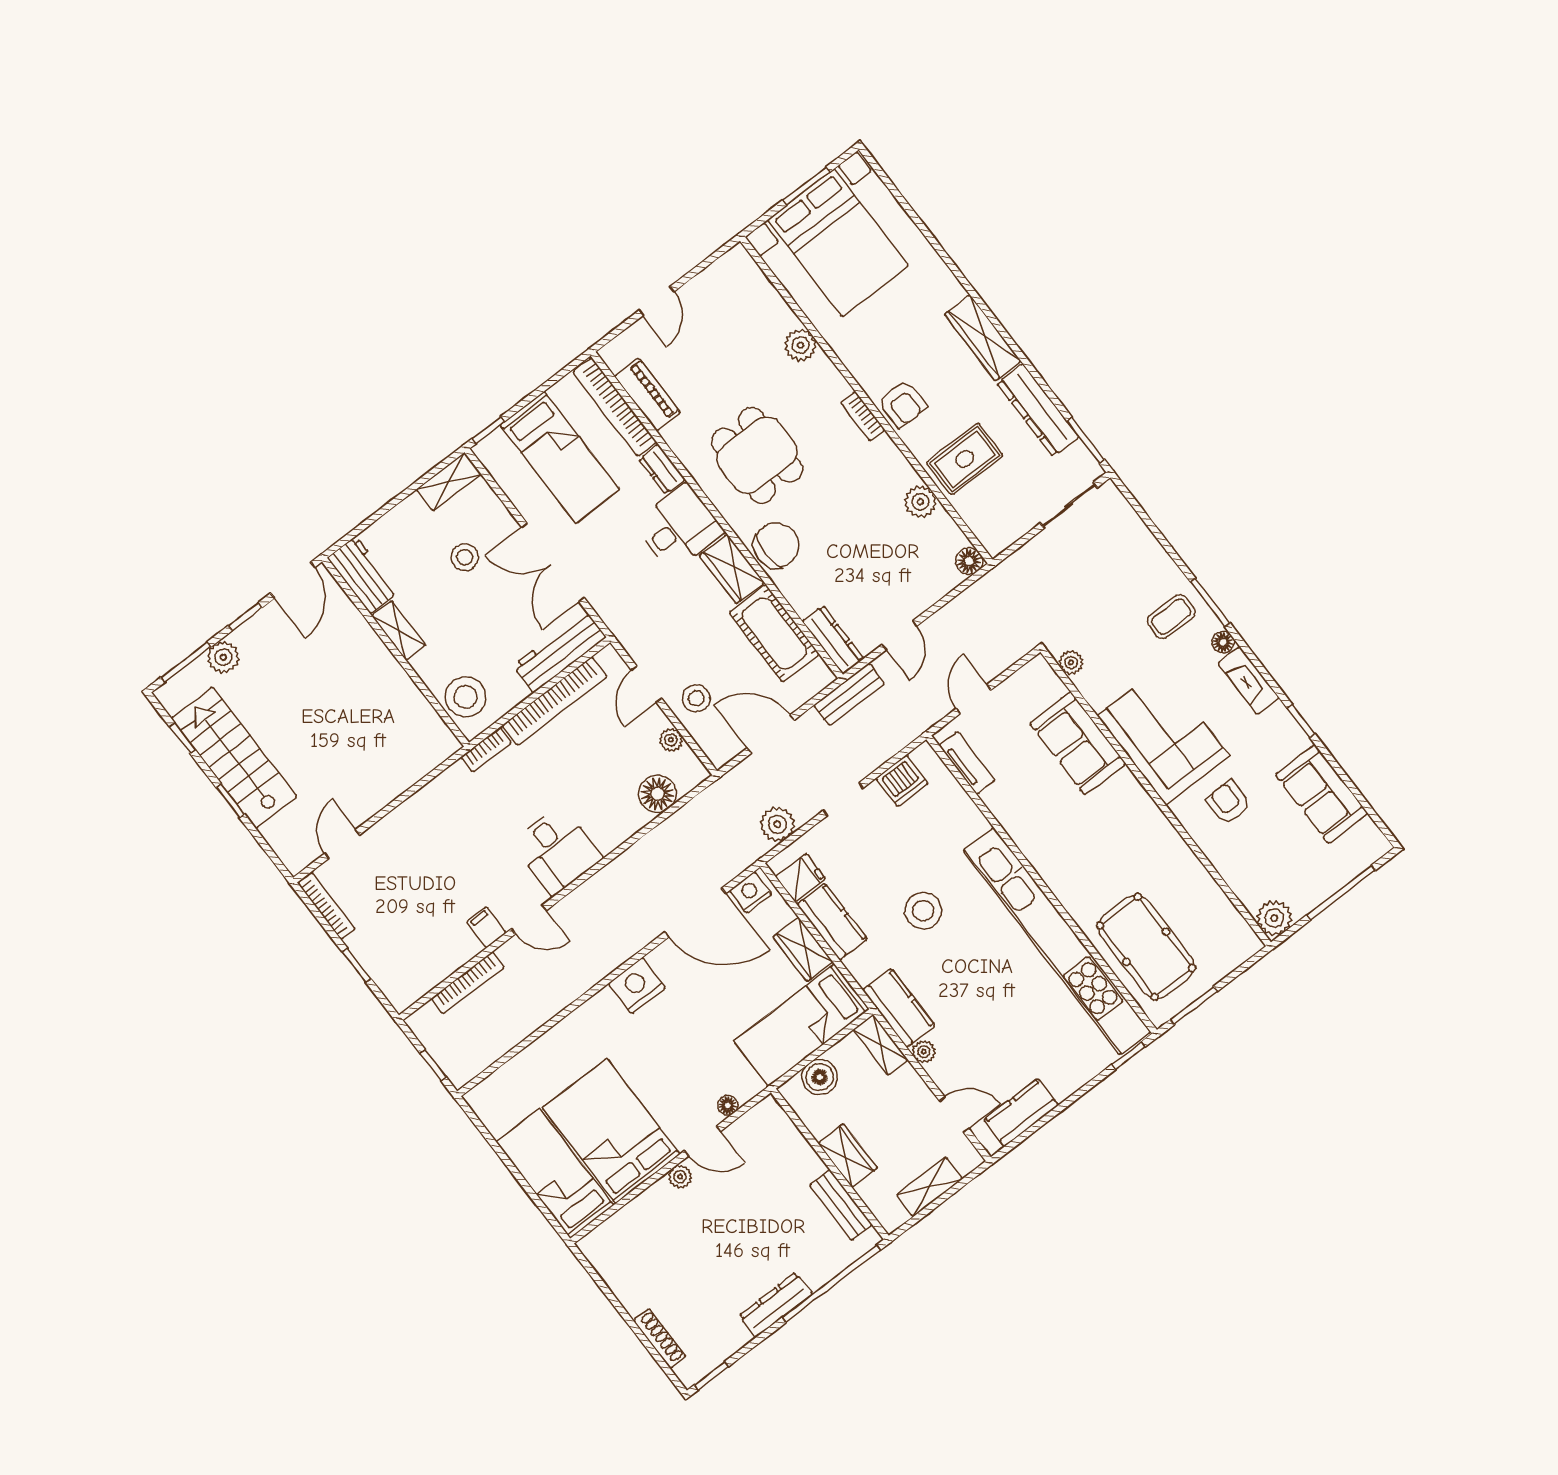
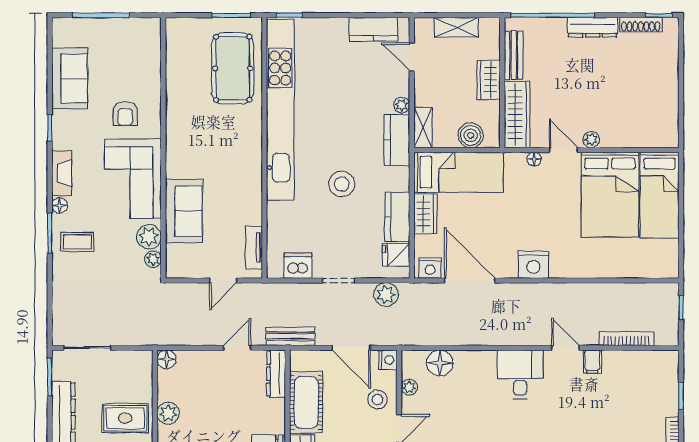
nightstand: (719, 752) -> (388, 360), added
plant: (1274, 918) -> (149, 237), moved
wardrobe: (785, 1141) -> (517, 115), added
shoe rack: (660, 1338) -> (641, 25), moved, turned -90

